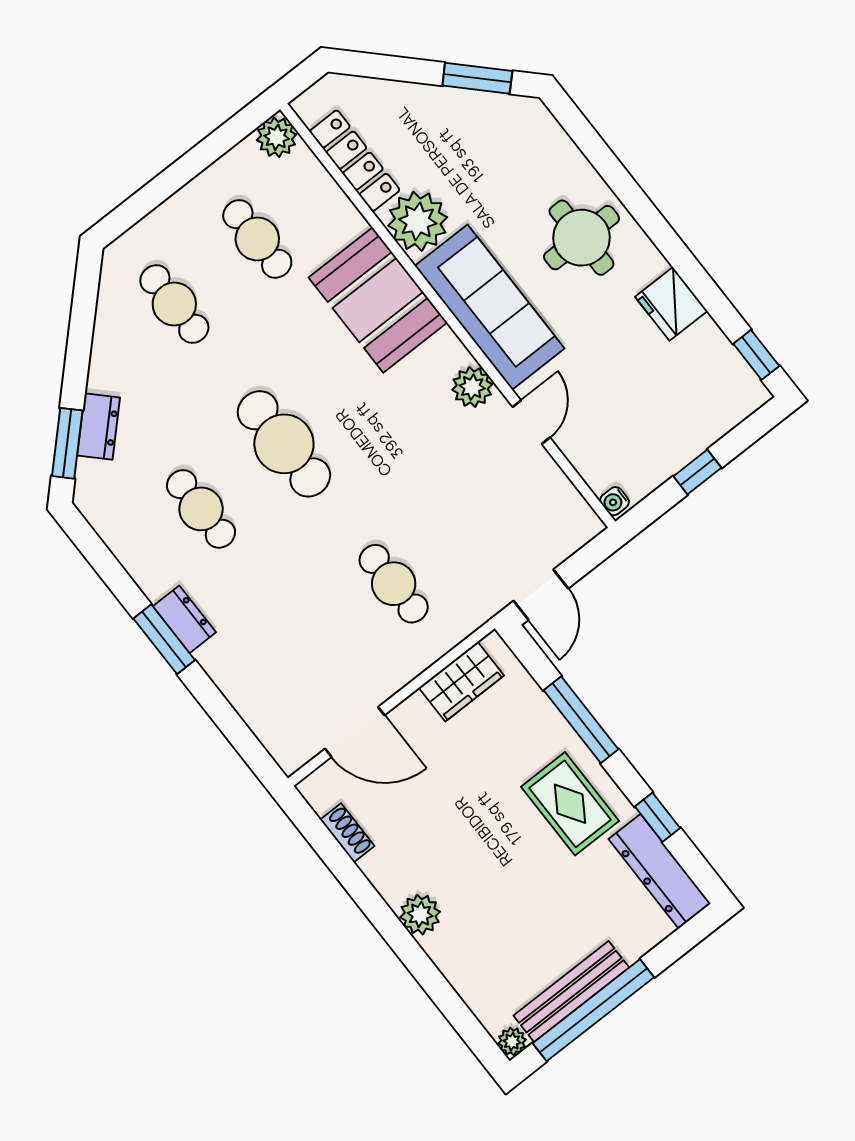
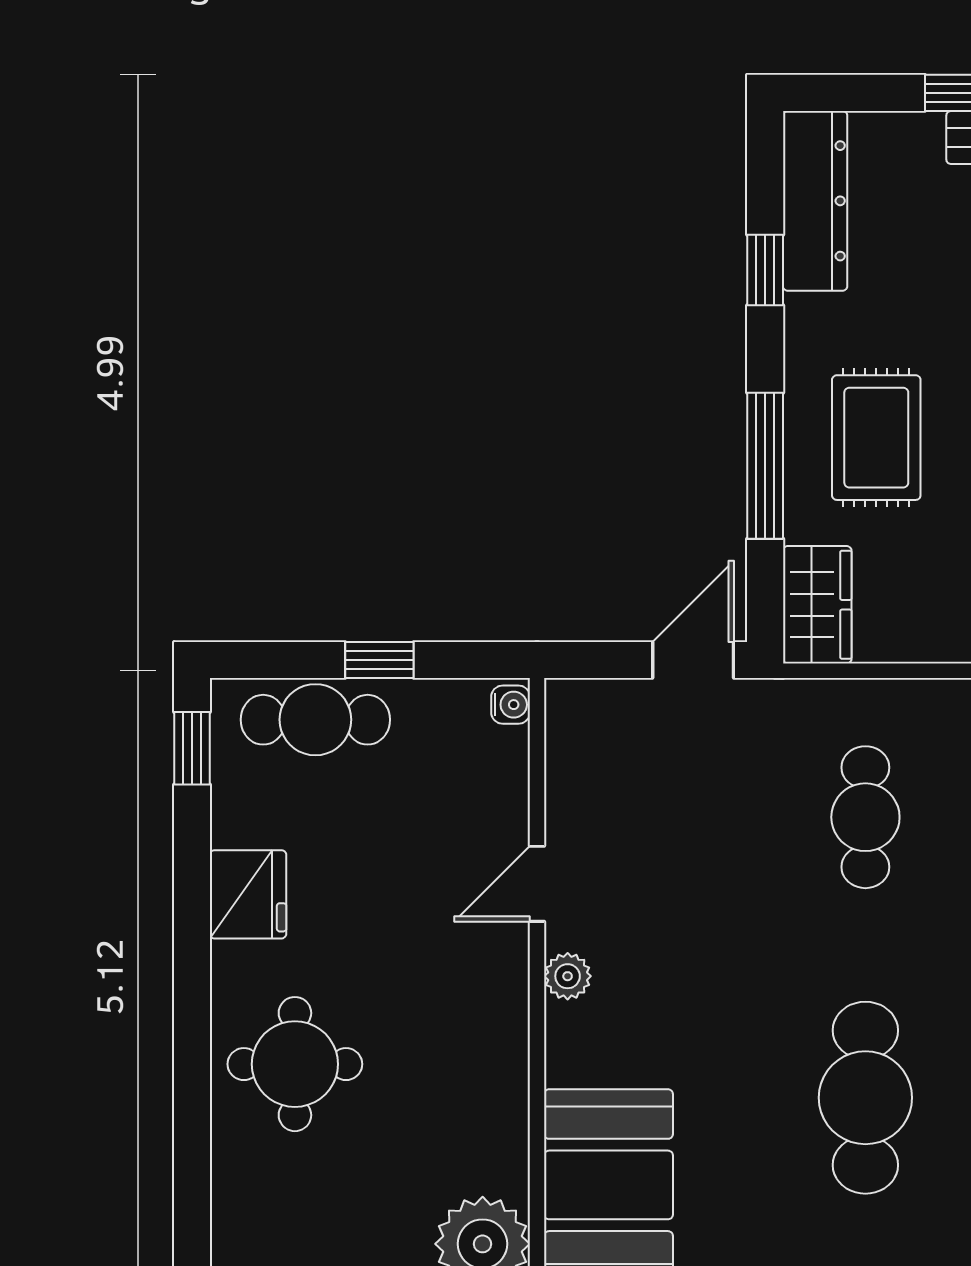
sofa: (490, 307) -> (477, 1067), removed
plant: (472, 387) -> (568, 976), width x0.73, depth x0.73
cafe table: (706, 417) -> (315, 720), added
wardrobe: (461, 682) -> (817, 605), moved, turned 90
rug: (570, 804) -> (876, 438), moved

